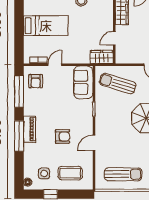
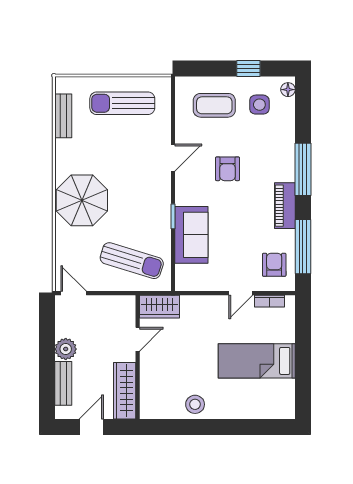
sofa: (83, 82) -> (191, 235), moved
piano: (29, 129) -> (285, 206), moved
armchair: (62, 136) -> (228, 169), turned -90

